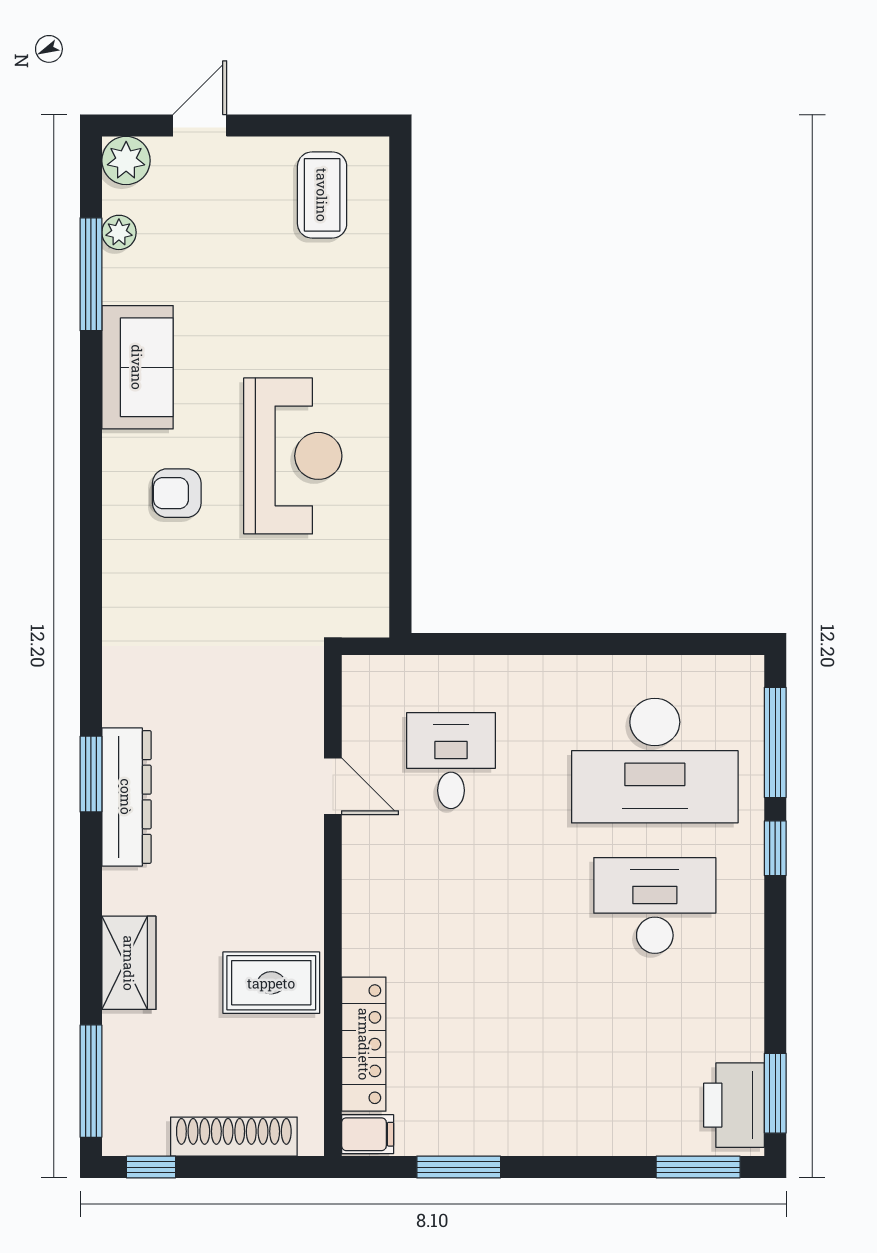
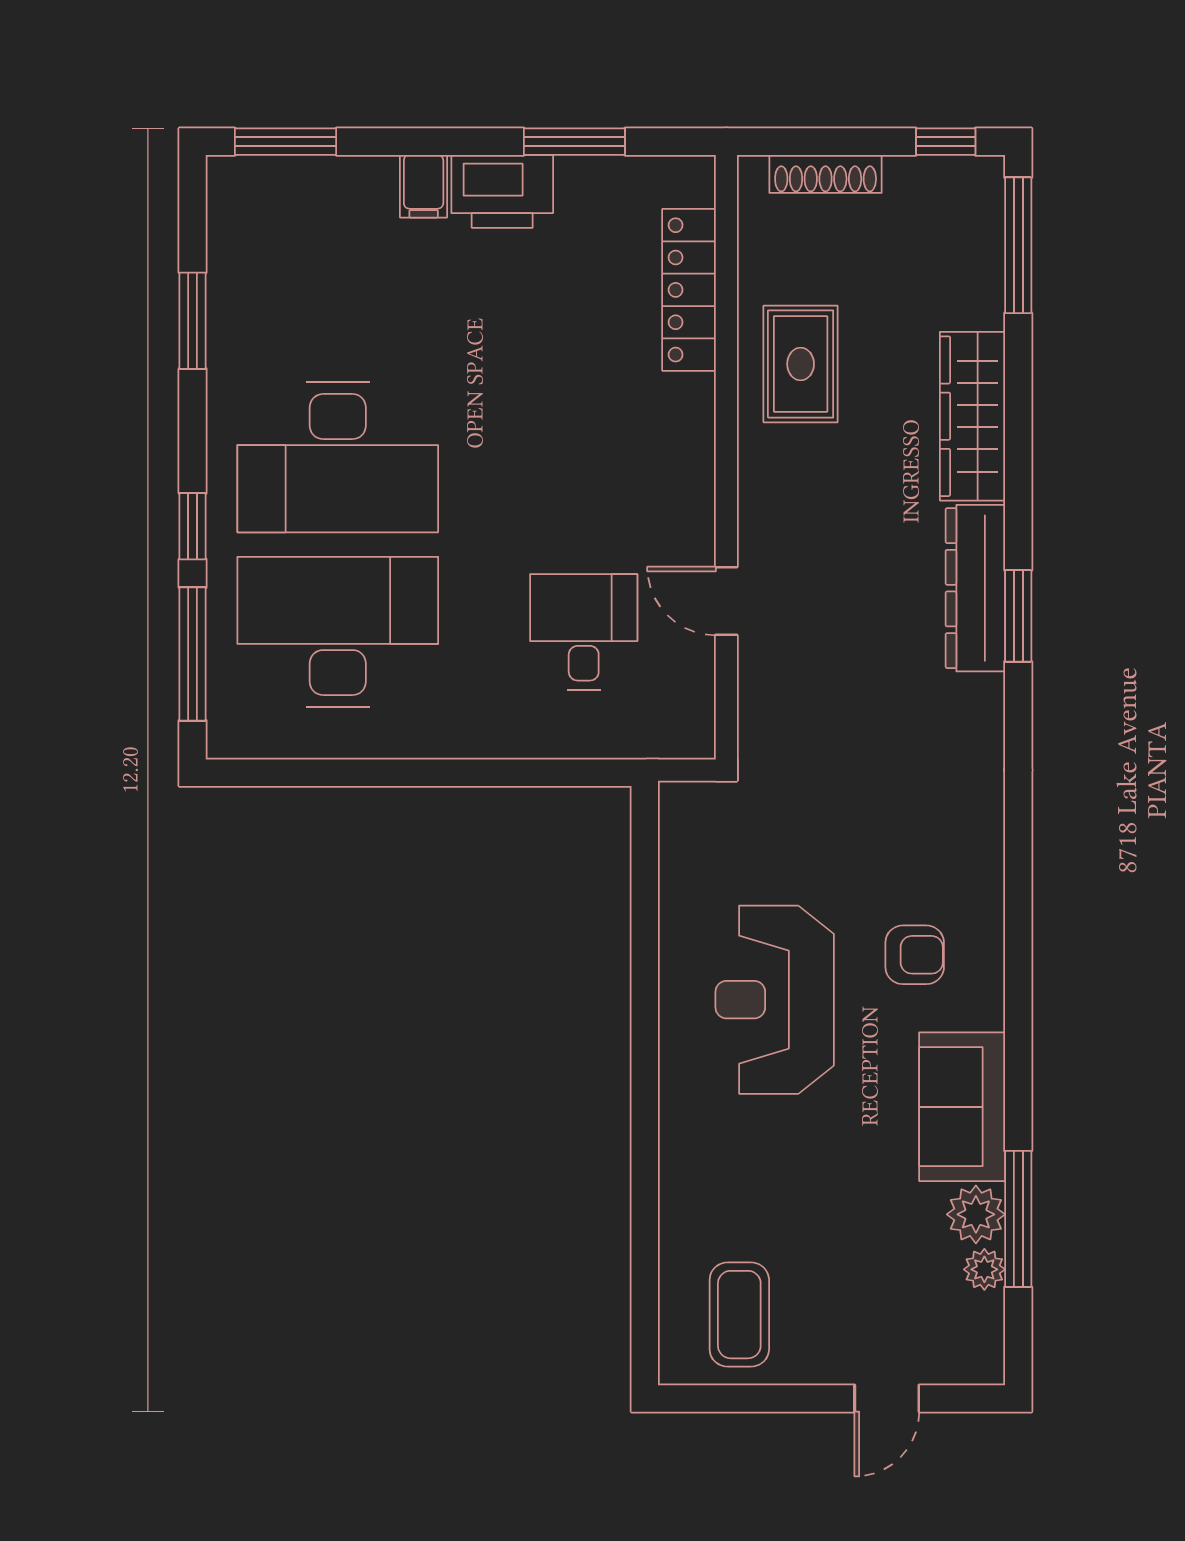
plant: (126, 161) -> (976, 1214), moved
desk: (451, 761) -> (584, 632), turned 180
desk: (655, 906) -> (338, 457), width x1.36, depth x1.30
wardrobe: (129, 963) -> (972, 416), width x1.50
rug: (271, 983) -> (801, 364), turned 90
window: (775, 1093) -> (193, 321), moved
printer: (734, 1105) -> (502, 191), moved, turned 90
filing cabinet: (368, 1134) -> (424, 186), moved, turned -90
shoe rack: (234, 1137) -> (826, 174), width x0.74, depth x0.81

